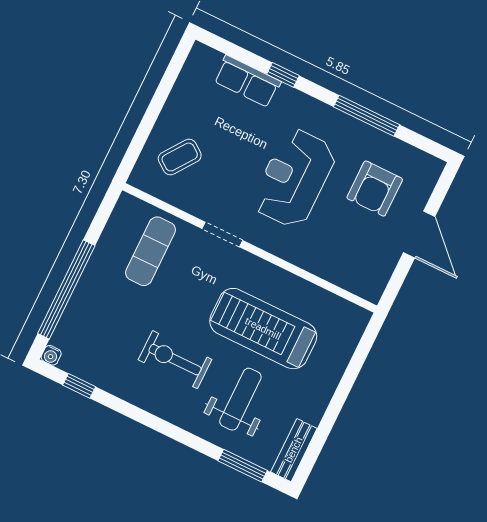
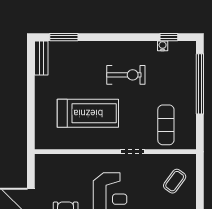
water cooler: (51, 355) -> (163, 46), moved
weight bench: (240, 399) -> (82, 71), removed

